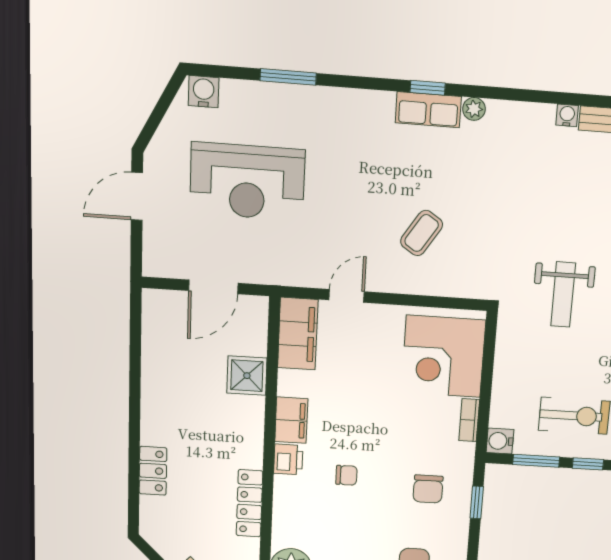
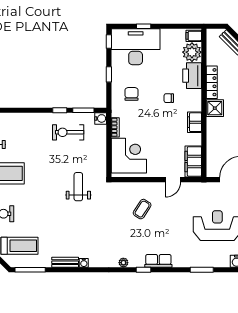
row of seats: (428, 110) -> (158, 261), moved
shower: (247, 376) -> (215, 108), moved
printer: (288, 459) -> (192, 76), moved, width x1.87, depth x1.48
window: (477, 502) -> (109, 74), moved

